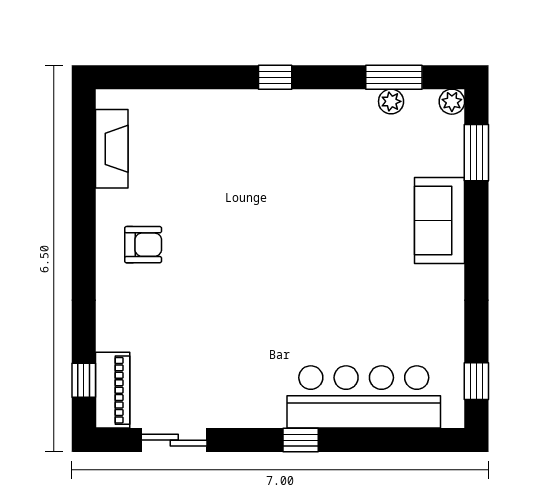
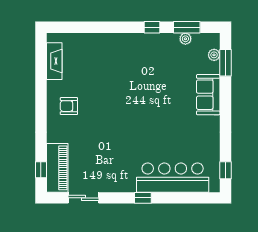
window: (275, 77) -> (152, 27), moved
plant: (452, 102) -> (214, 55), moved
armchair: (143, 245) -> (69, 106), turned 180
piano: (113, 390) -> (57, 168), width x1.37, depth x1.33

